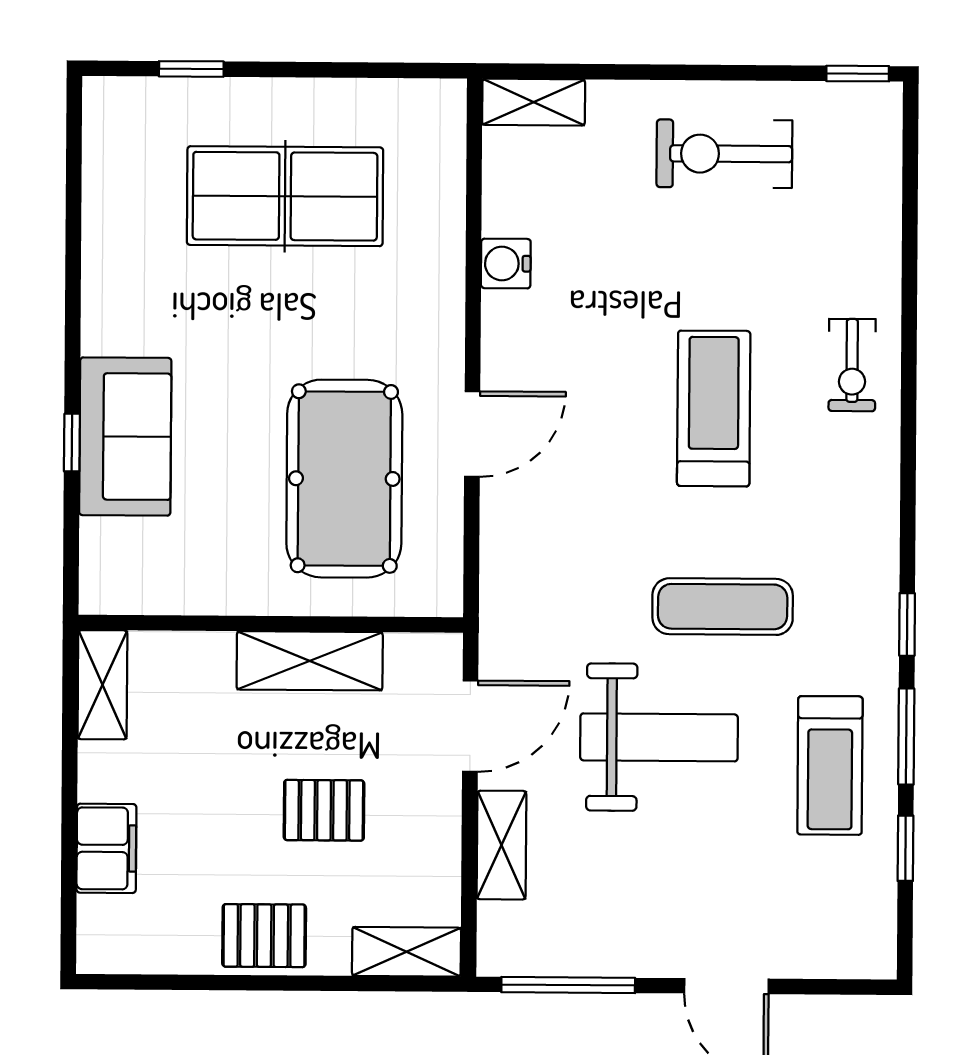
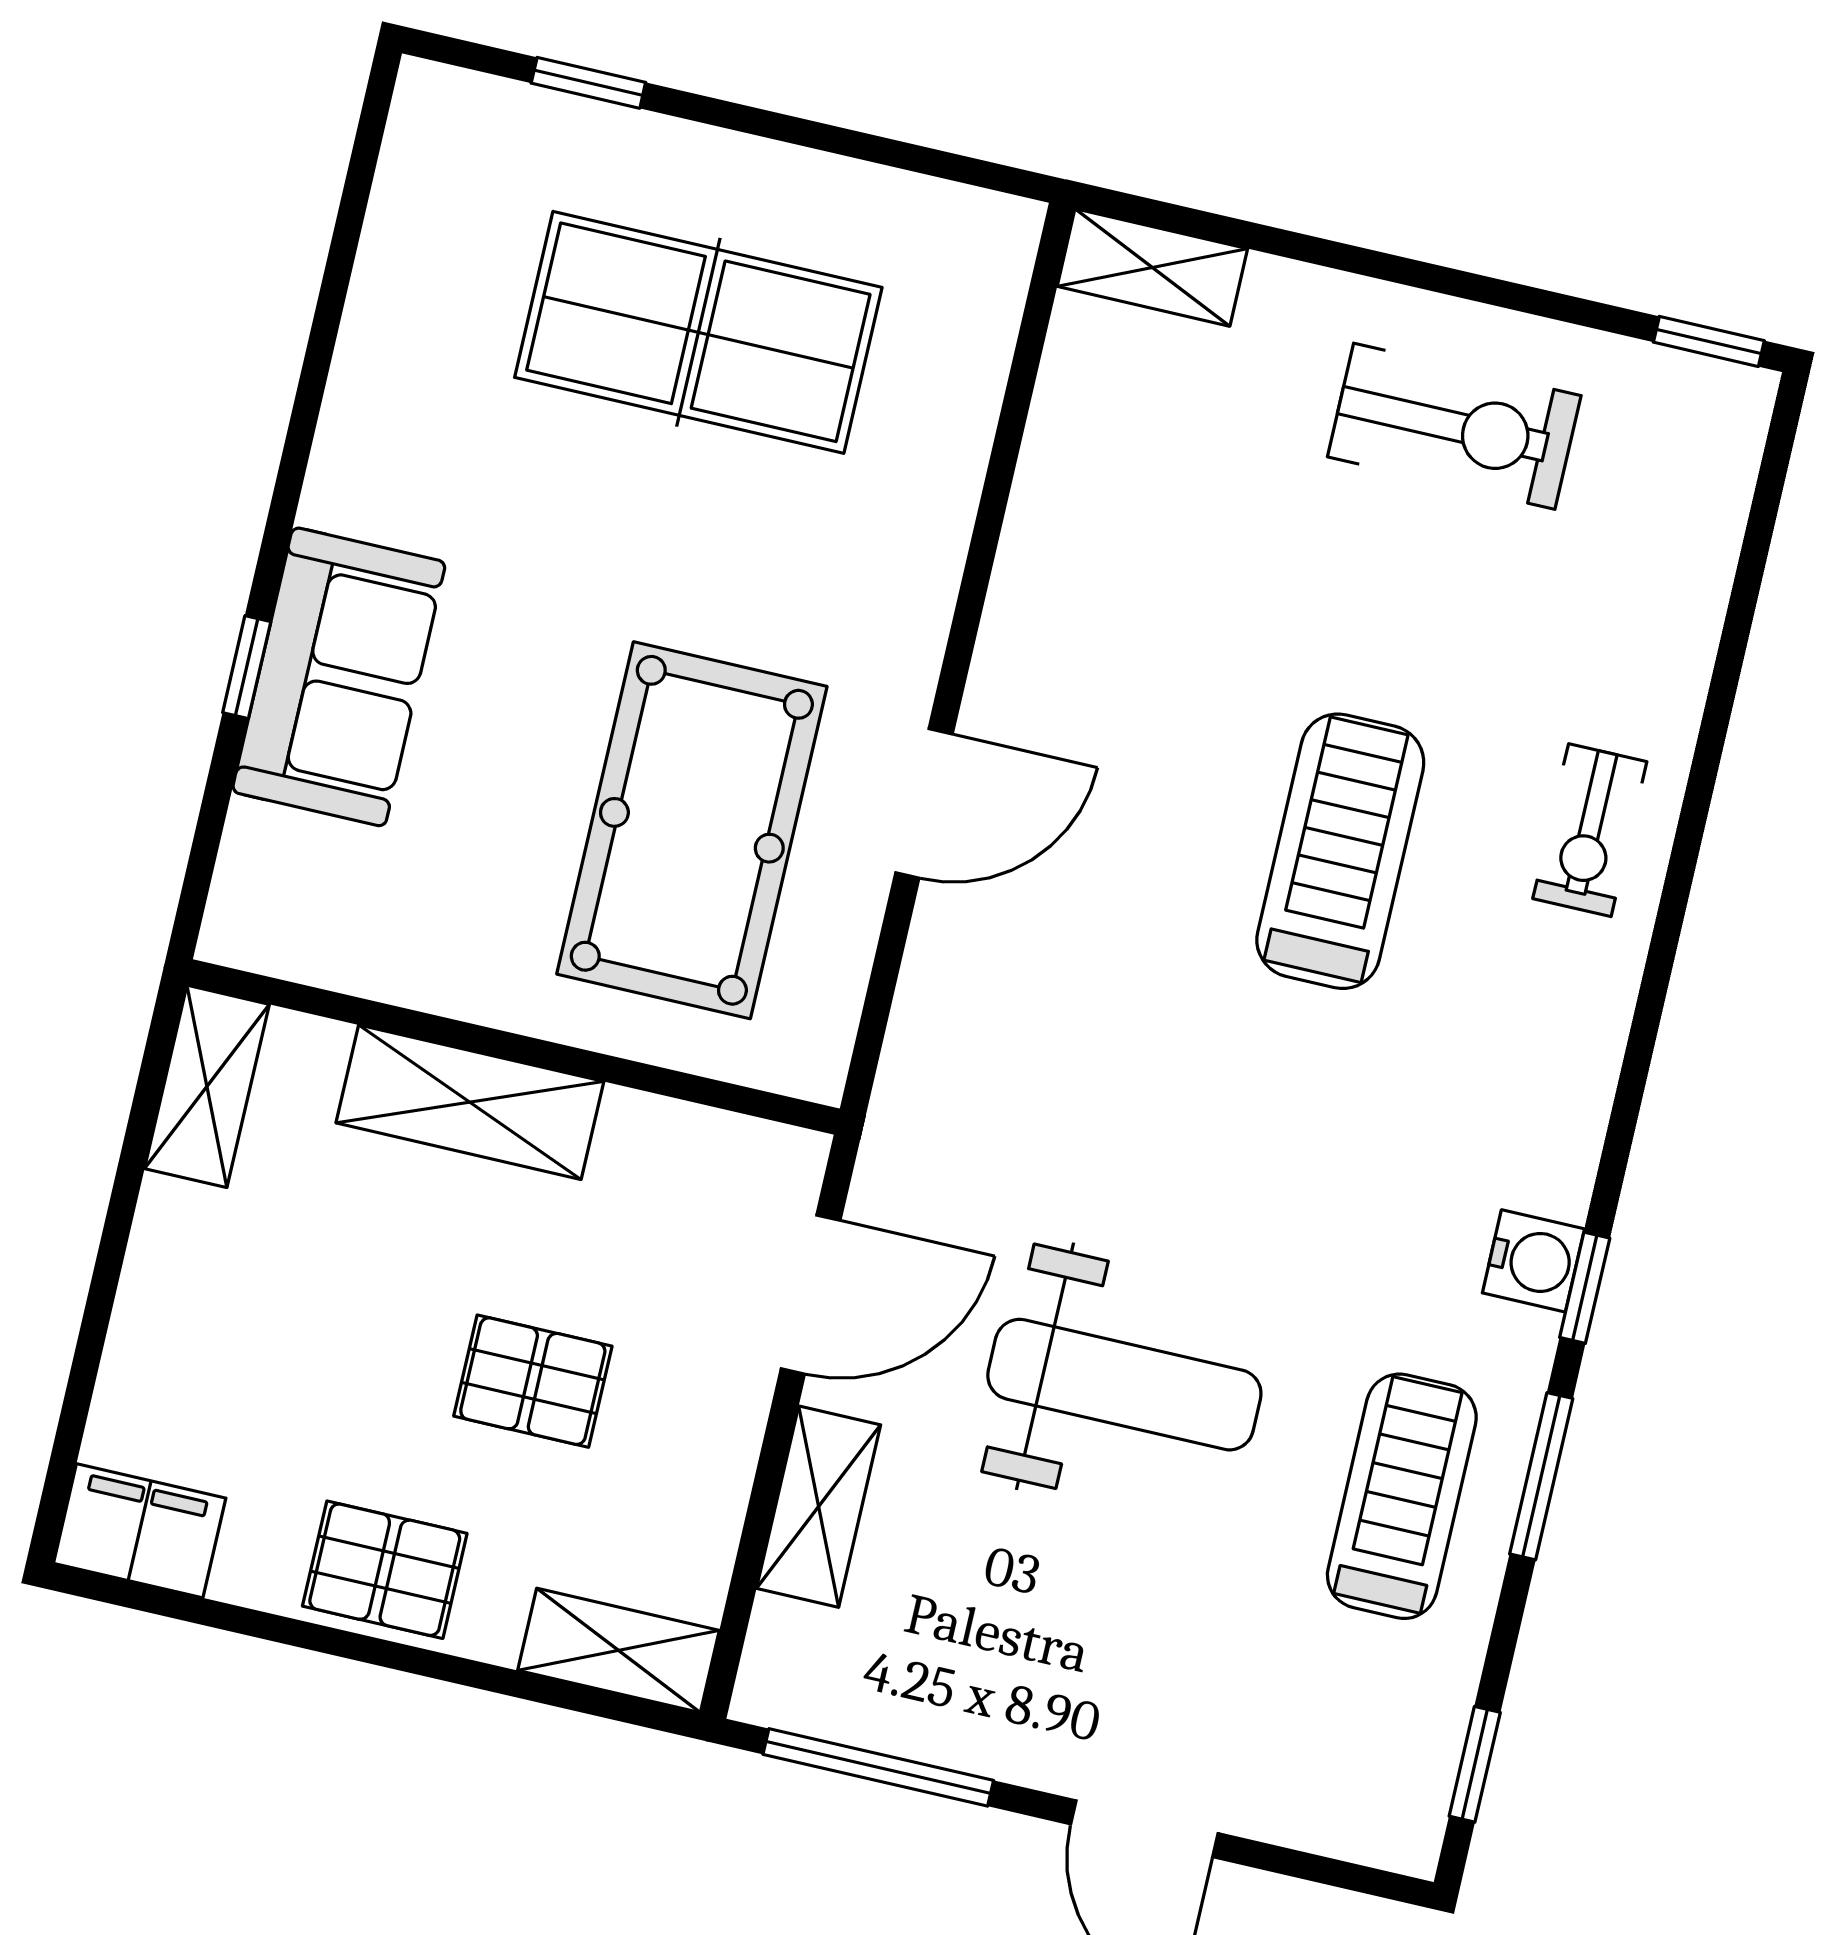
exercise bike: (724, 154) -> (1454, 426), turned 180
water cooler: (506, 264) -> (1533, 1261), moved, turned 180
exercise mat: (723, 607) -> (1281, 1188), removed
shelving: (310, 661) -> (470, 1102), moved
treadmill: (830, 765) -> (1402, 1496), turned 180
filing cabinet: (106, 848) -> (140, 1531), moved, turned -90
window: (905, 848) -> (1475, 1764), moved

